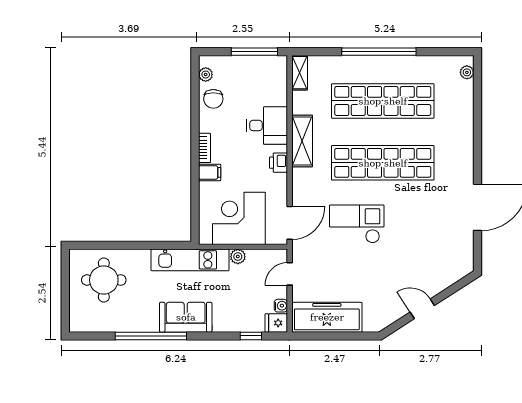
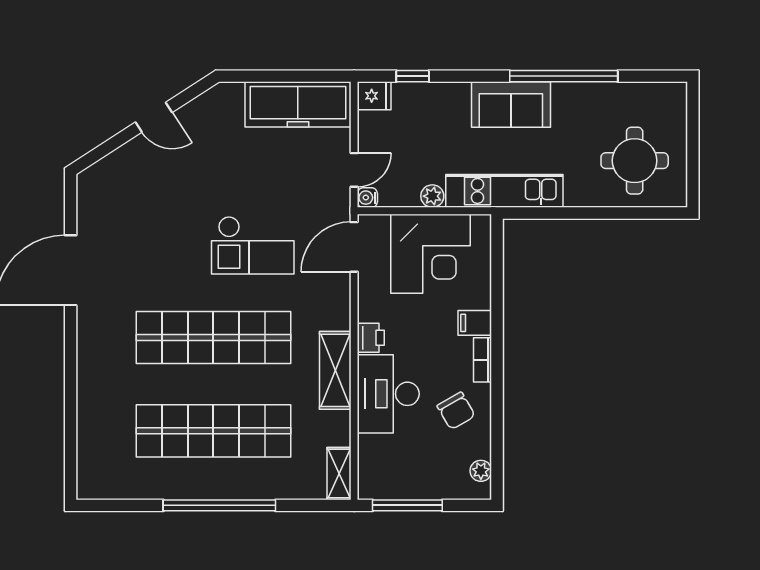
plant: (467, 72) -> (87, 474), removed
chair: (213, 99) -> (456, 411), moved, turned 150
desk: (267, 125) -> (388, 394), width x1.37
water cooler: (281, 306) -> (367, 198), moved

